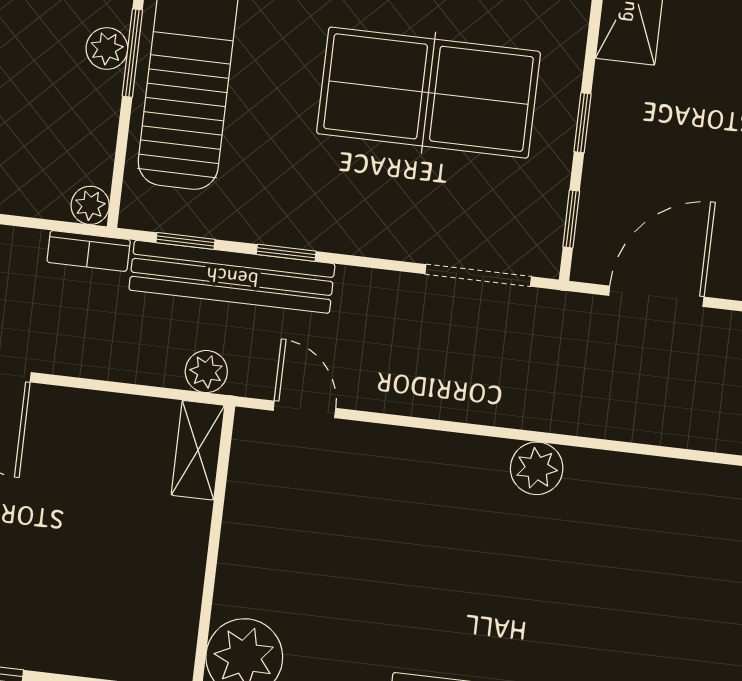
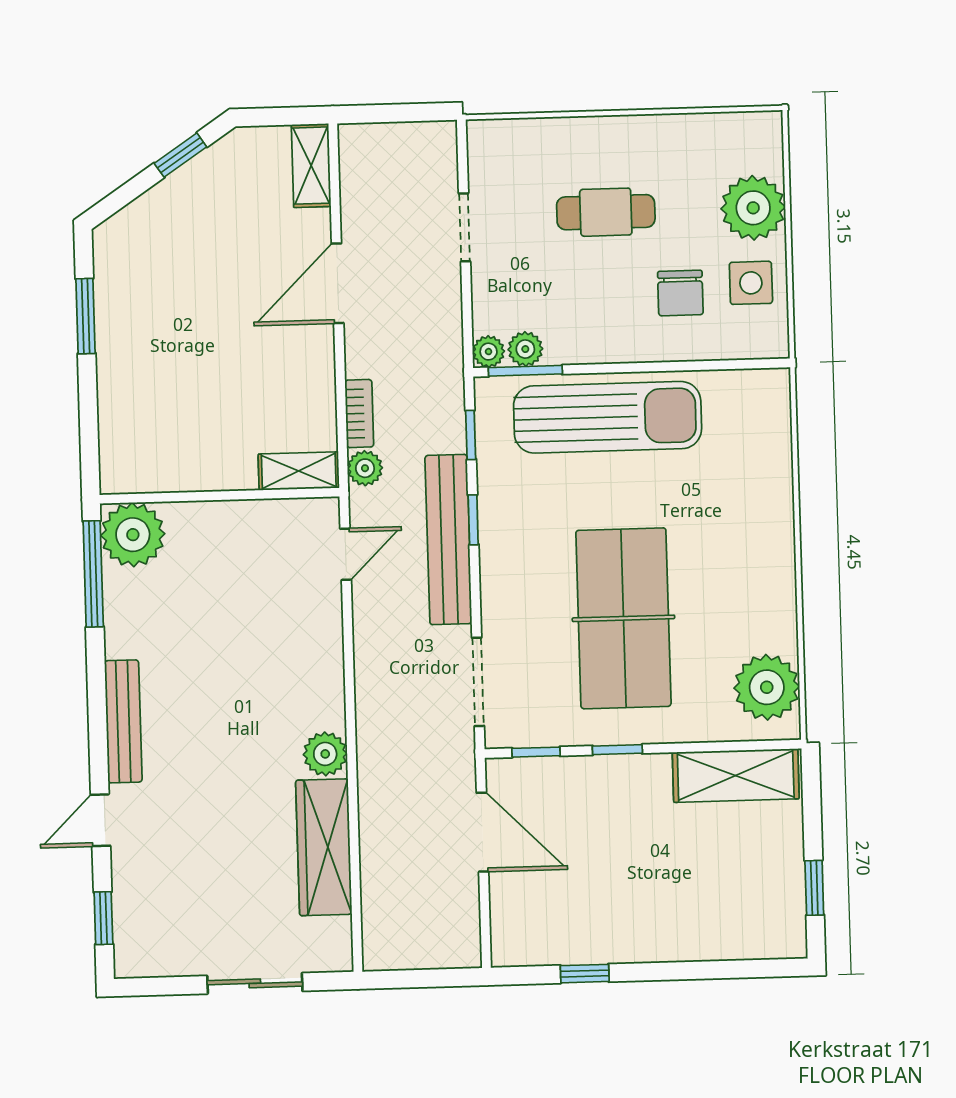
plant: (107, 48) -> (525, 349), moved
window: (132, 53) -> (525, 371), moved
bookcase: (89, 251) -> (359, 414), moved, turned 180
bench: (232, 277) -> (448, 540), moved
wardrobe: (647, 486) -> (324, 847), added

